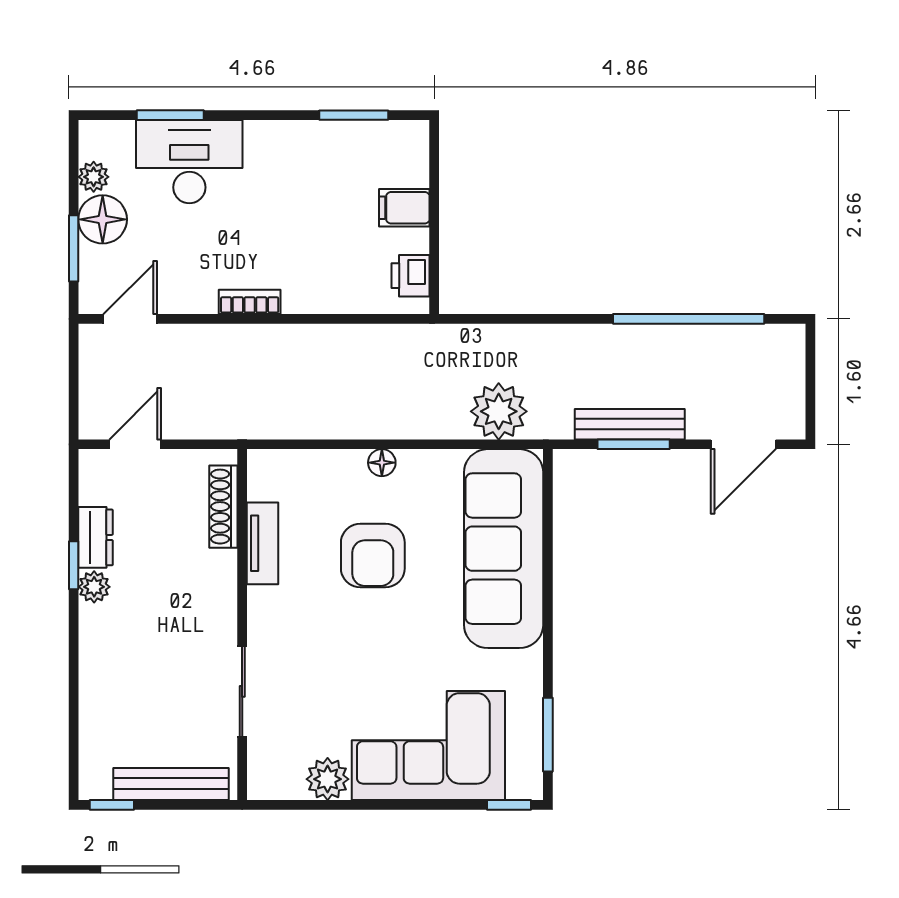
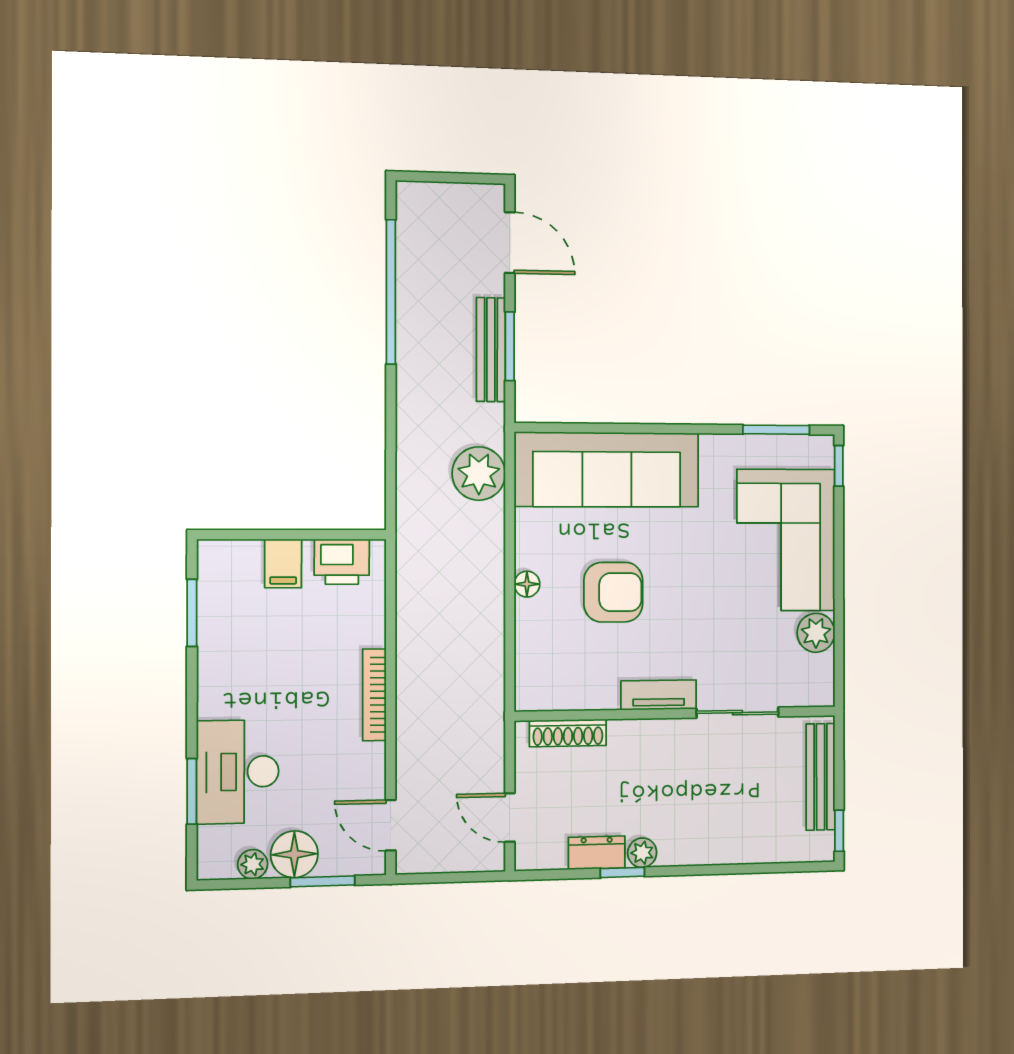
printer: (411, 276) -> (342, 562), width x1.36, depth x1.24
bookcase: (250, 302) -> (374, 695), width x1.56
tv unit: (262, 543) -> (659, 695), moved

